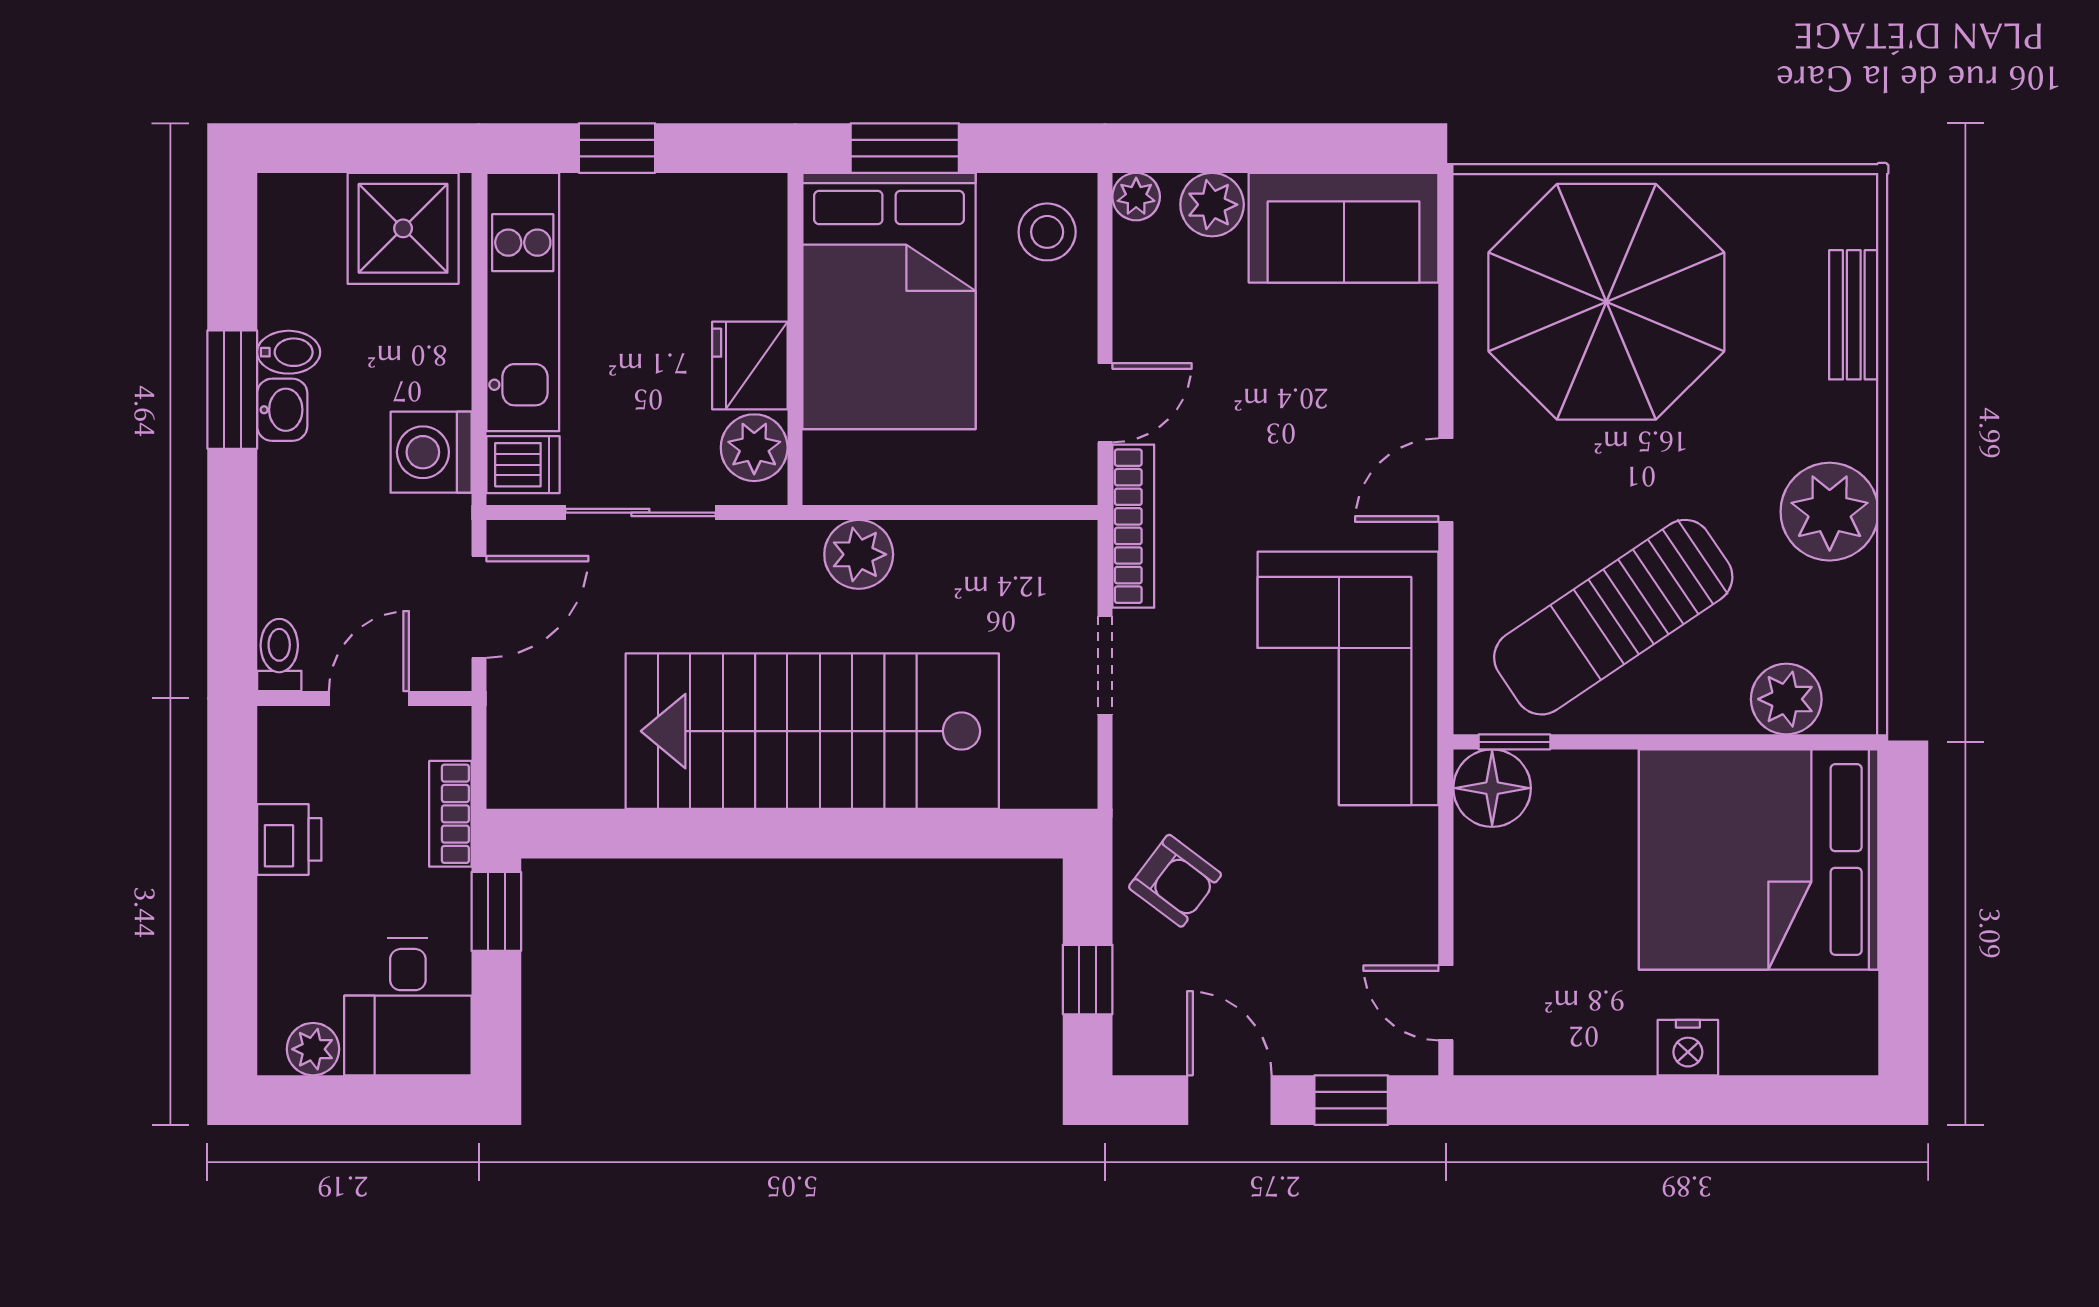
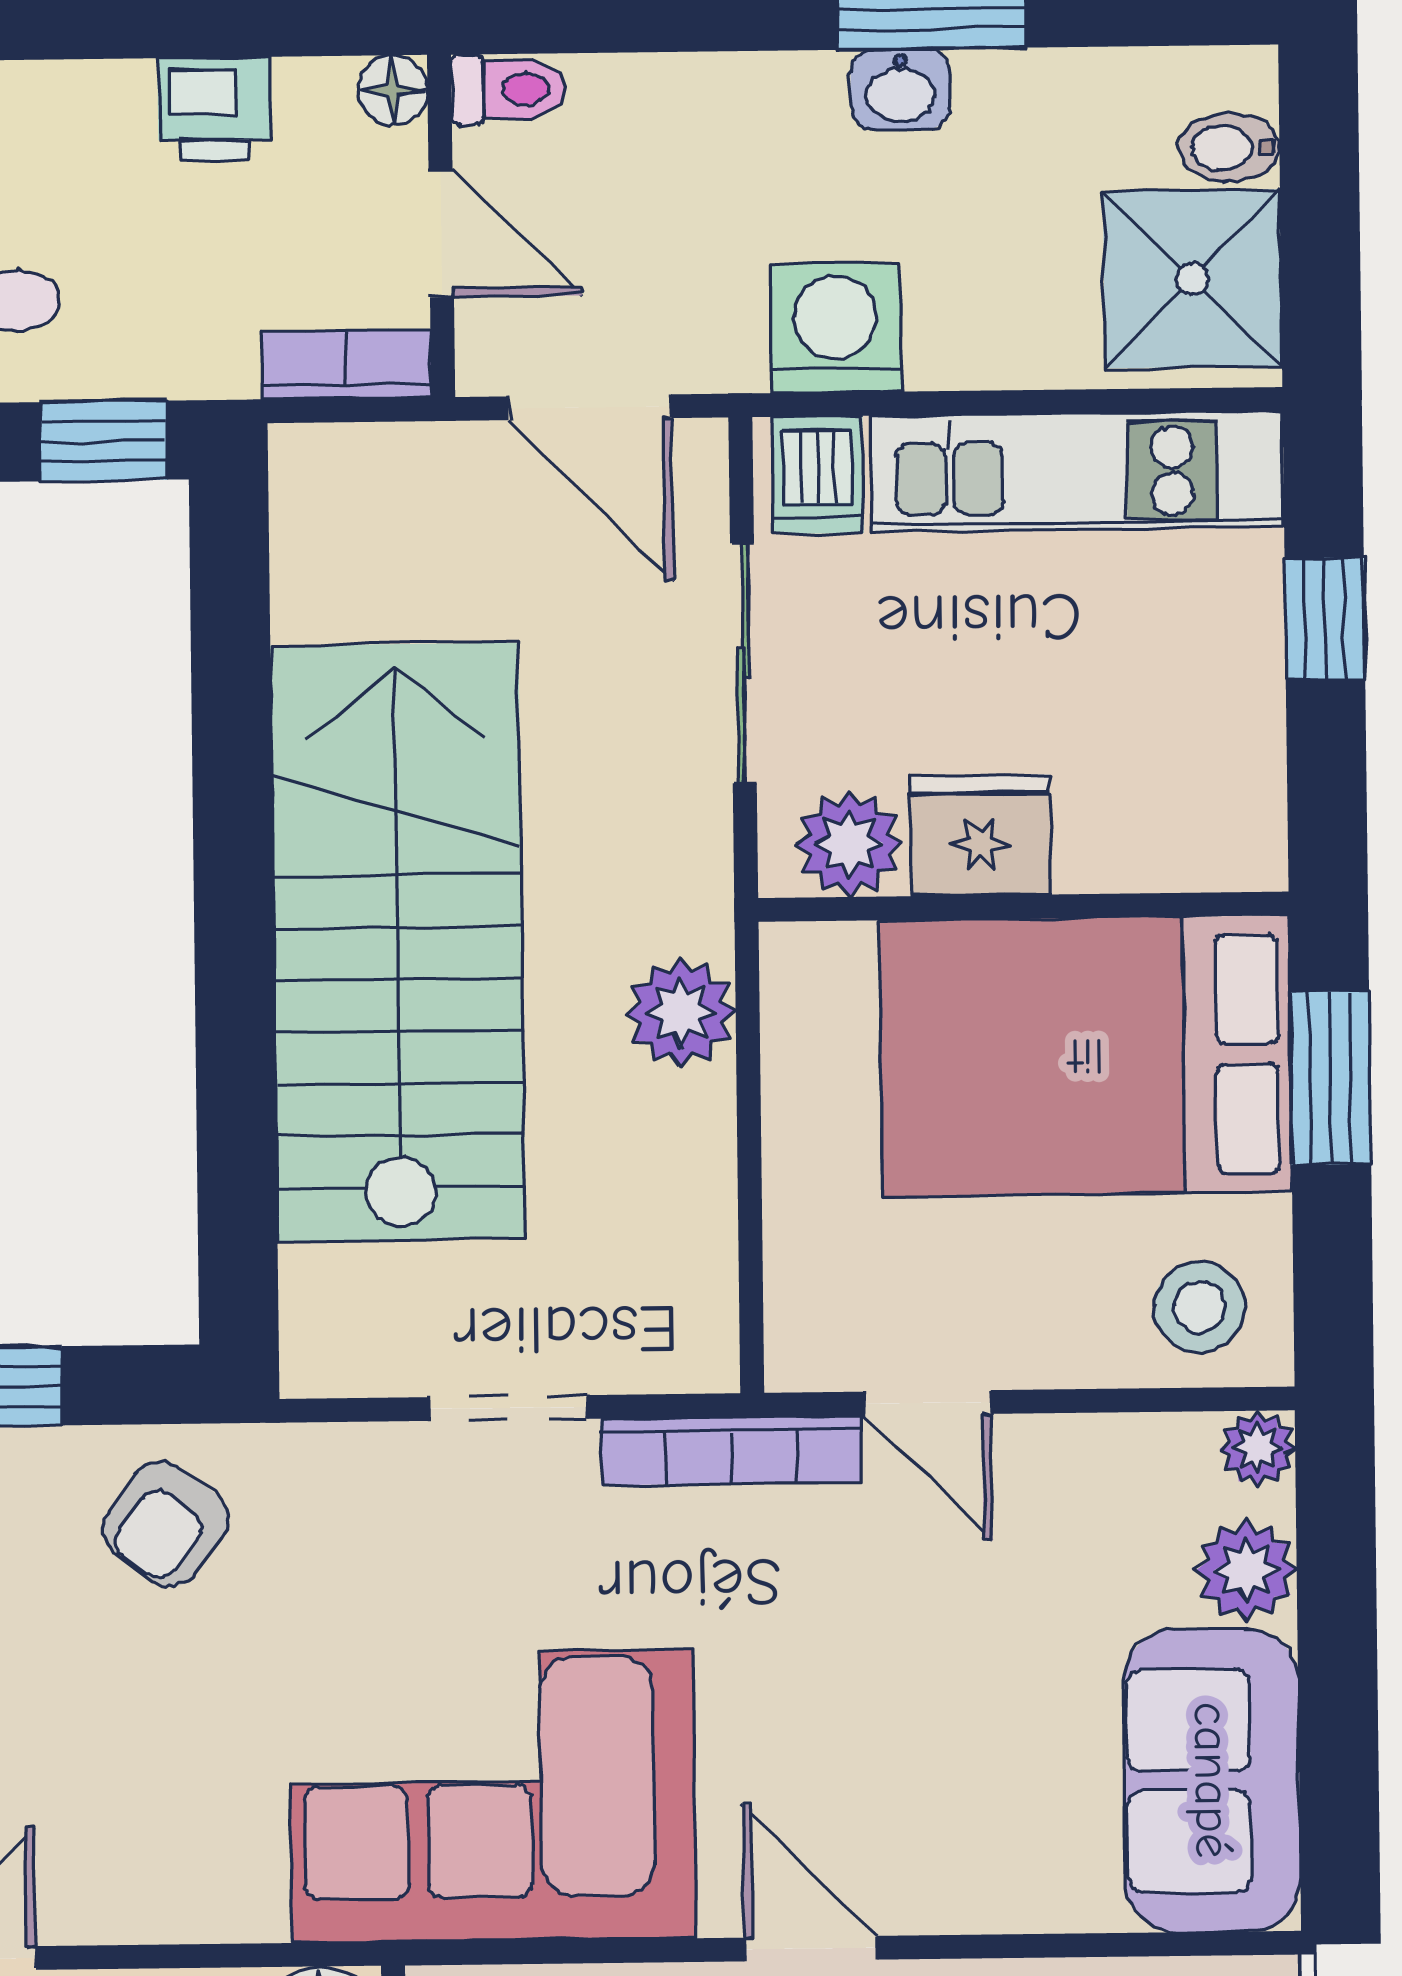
bidet: (289, 352) -> (1229, 147), moved, turned 90
floor lamp: (279, 728) -> (393, 90), added
bookcase: (450, 814) -> (346, 365), moved

